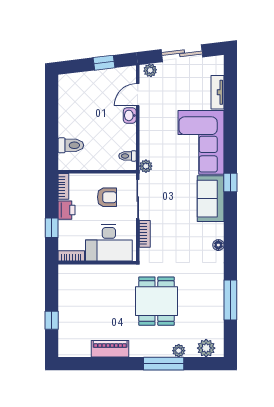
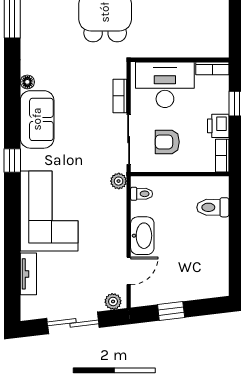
washbasin: (130, 115) -> (142, 236), width x1.91, depth x1.45
sofa: (211, 199) -> (37, 119), moved

